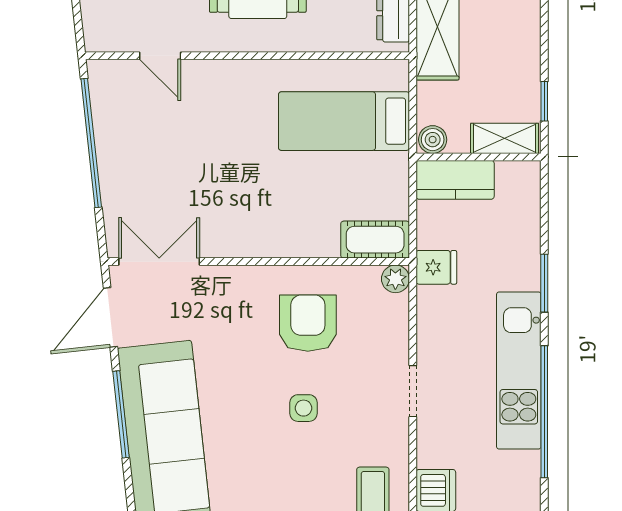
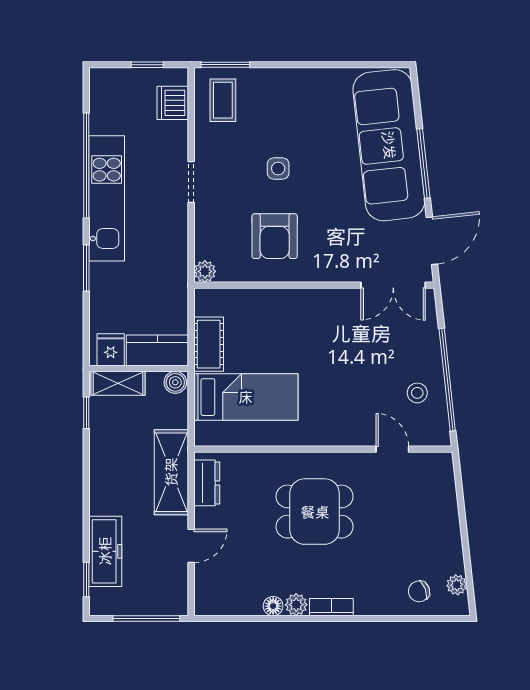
stool: (129, 126) -> (417, 393), added
cot: (375, 240) -> (209, 344), moved, turned 90
fridge: (436, 267) -> (111, 350), moved, turned 90

